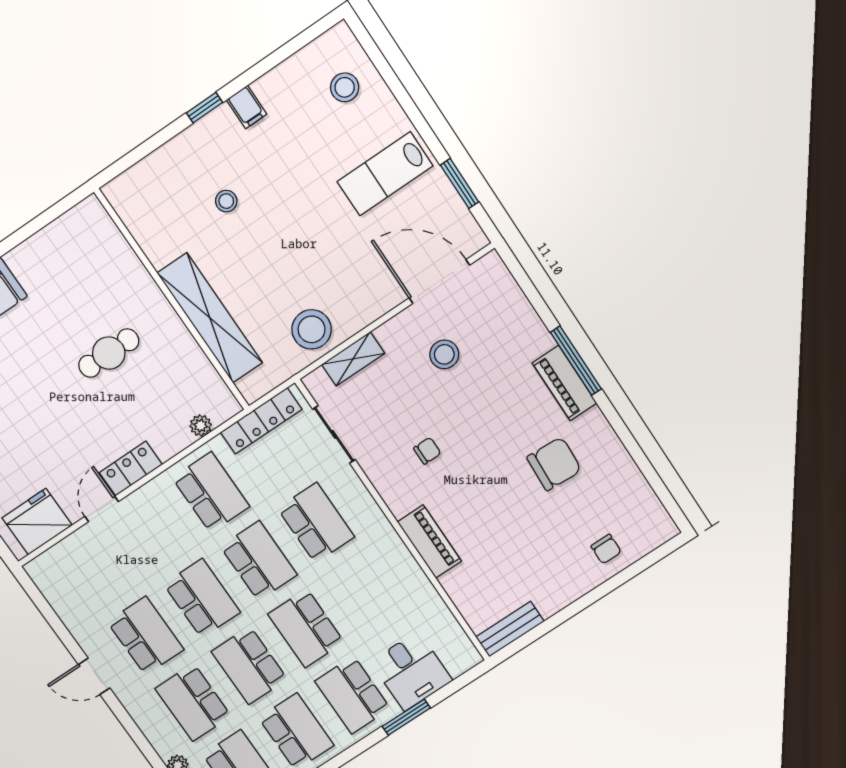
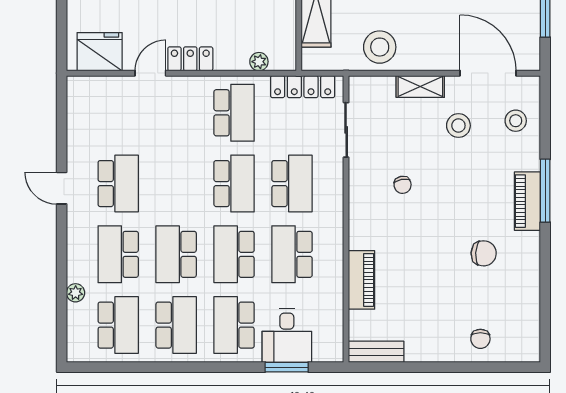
stool: (499, 310) -> (516, 121), added
shelving: (353, 359) -> (420, 86), moved
chair: (427, 451) -> (403, 185), turned 79
chair: (554, 464) -> (484, 253), width x0.73, depth x0.73
piano: (429, 541) -> (362, 280), moved
school desk: (202, 598) -> (292, 254), moved, turned 180
window: (406, 717) -> (287, 367), moved

